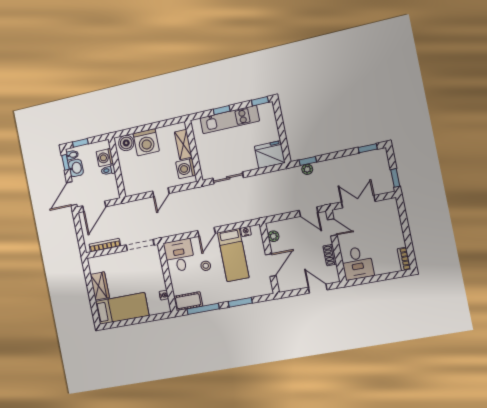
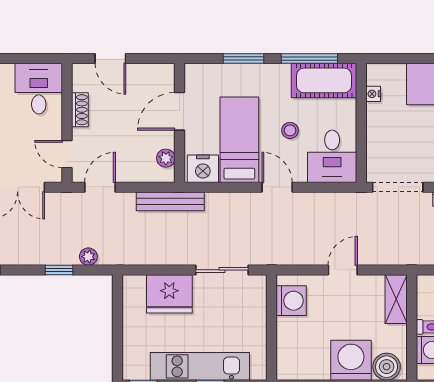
shelving: (183, 145) -> (396, 299), moved
fridge: (270, 155) -> (169, 294), moved
window: (308, 161) -> (59, 270), moved
bench: (266, 212) -> (170, 201), added
door: (309, 212) -> (100, 187), hinge flipped
nightstand: (246, 231) -> (203, 169), width x1.89, depth x1.79
door: (206, 232) -> (277, 187), hinge flipped
cot: (188, 301) -> (324, 80), width x1.37, depth x1.34

